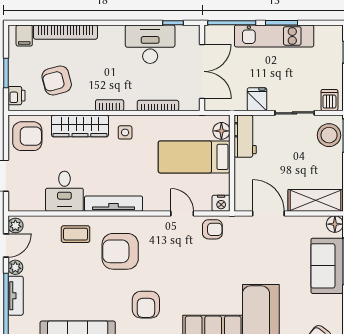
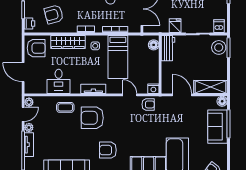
bed: (194, 157) -> (118, 57), moved, turned -90
tv unit: (114, 204) -> (93, 89), width x0.71
armchair: (146, 305) -> (108, 150), turned 90

